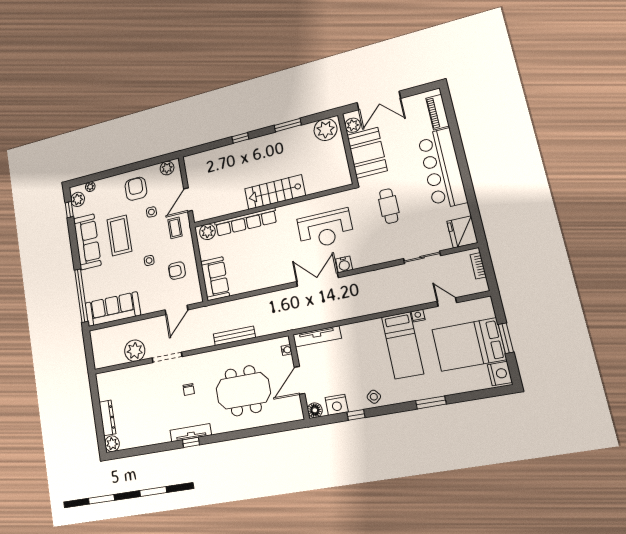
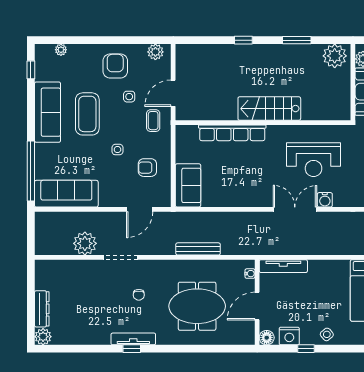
plant: (78, 199) -> (43, 61), removed
plant: (207, 232) -> (189, 133), removed

